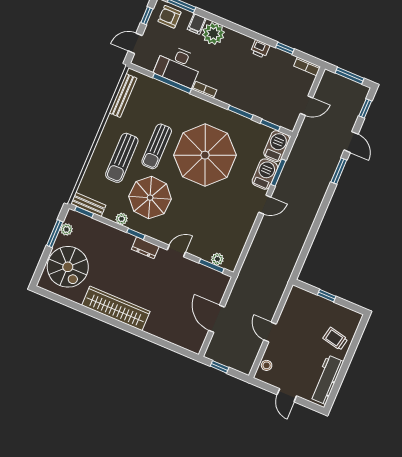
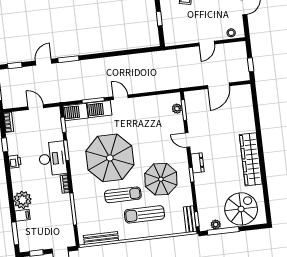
armchair: (169, 17) -> (28, 237), removed
desk: (178, 66) -> (53, 159), moved
sun lounger: (122, 158) -> (144, 214), turned 180
plant: (122, 219) -> (187, 191), removed
window: (55, 234) -> (223, 231), width x1.44

